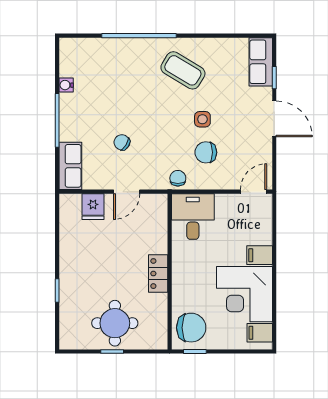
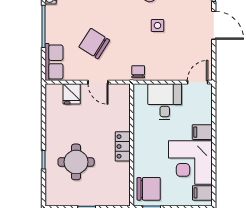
chair: (122, 142) -> (94, 44), width x1.87, depth x1.87
chair: (206, 152) -> (160, 51), removed
door: (127, 192) -> (98, 82), hinge flipped
desk: (193, 216) -> (165, 102), moved
round table: (115, 323) -> (76, 162), moved

